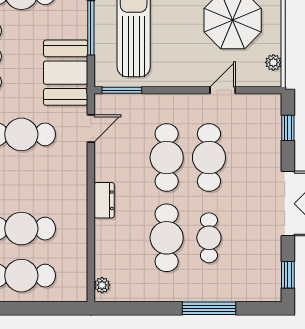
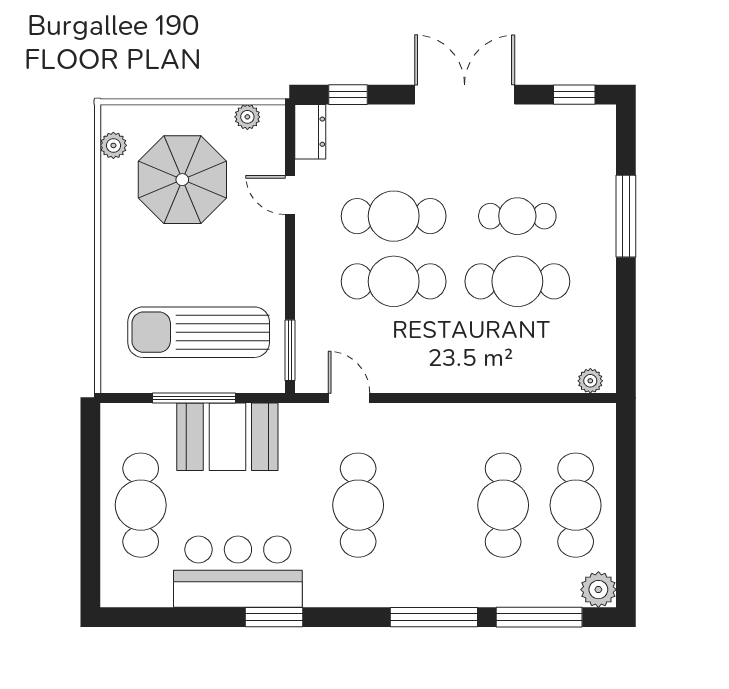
booth: (66, 73) -> (227, 437), moved
dresser: (104, 200) -> (310, 132), moved, turned 90

